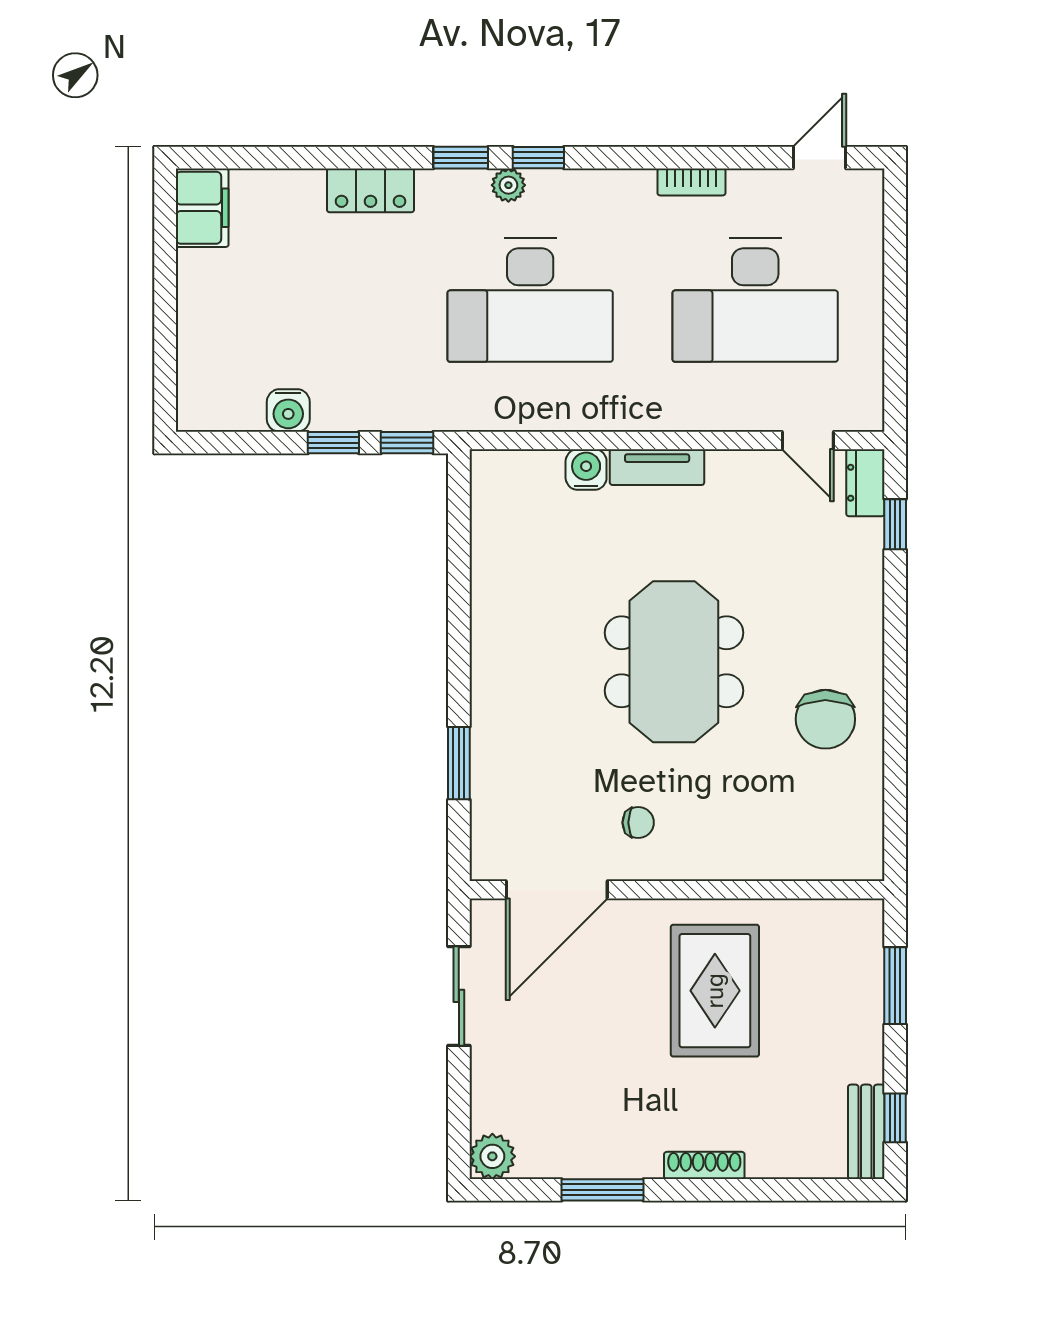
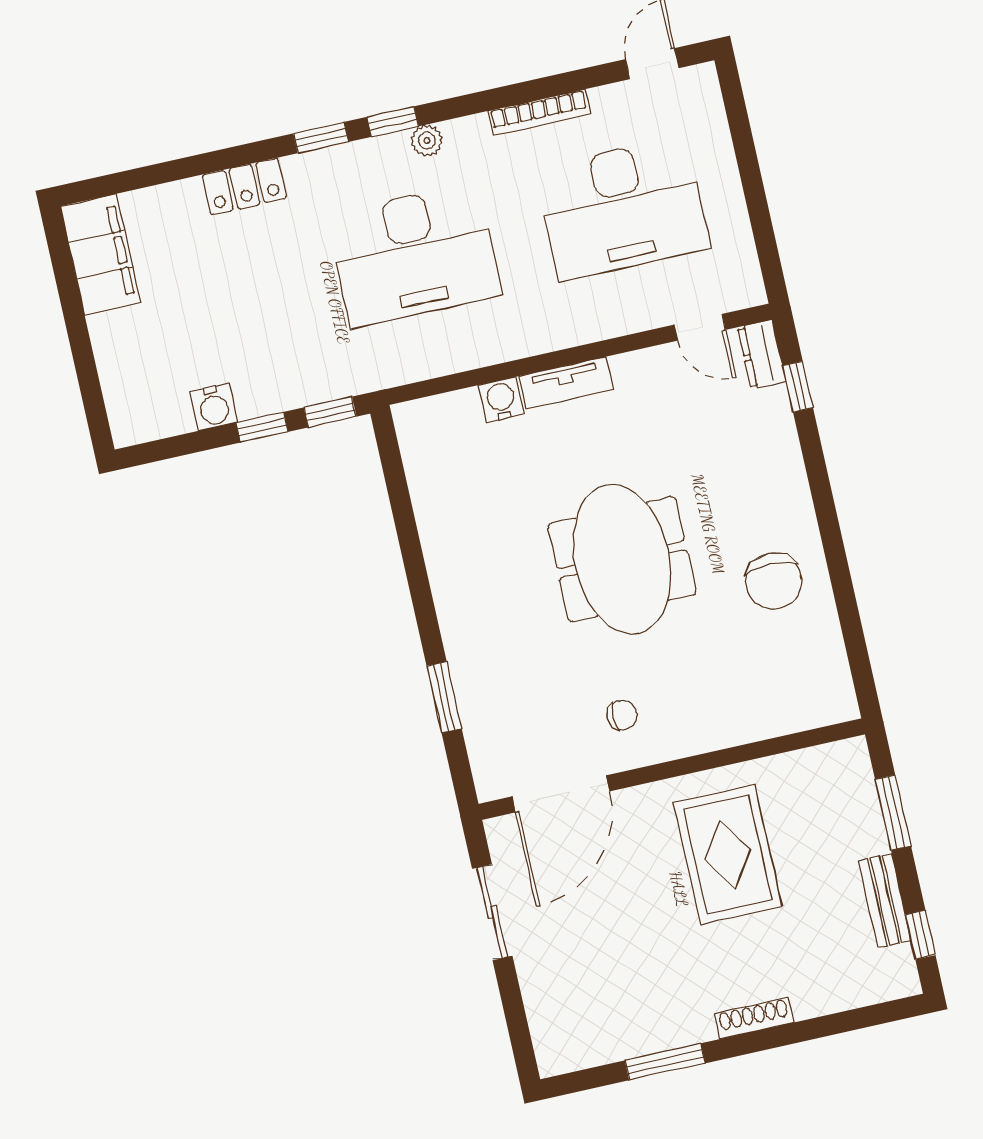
bookcase: (691, 182) -> (539, 112), width x1.56
plant: (508, 185) -> (427, 141), moved
filing cabinet: (202, 208) -> (101, 255), width x1.50, depth x1.17
bench: (866, 1132) -> (885, 901), moved
plant: (492, 1156) -> (556, 1054), removed

